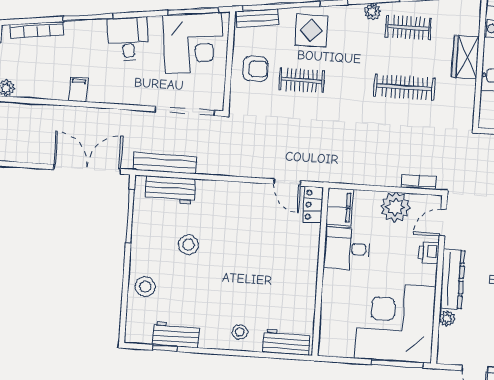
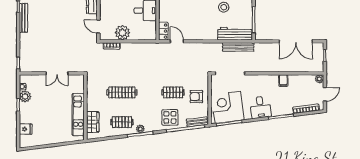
wardrobe: (465, 57) -> (93, 122), moved
double door: (87, 169) -> (296, 41), moved
workbench: (170, 190) -> (235, 34), width x1.37
filing cabinet: (340, 207) -> (150, 31), removed
door: (443, 223) -> (98, 27), swing flipped
printer: (429, 253) -> (104, 11), removed

